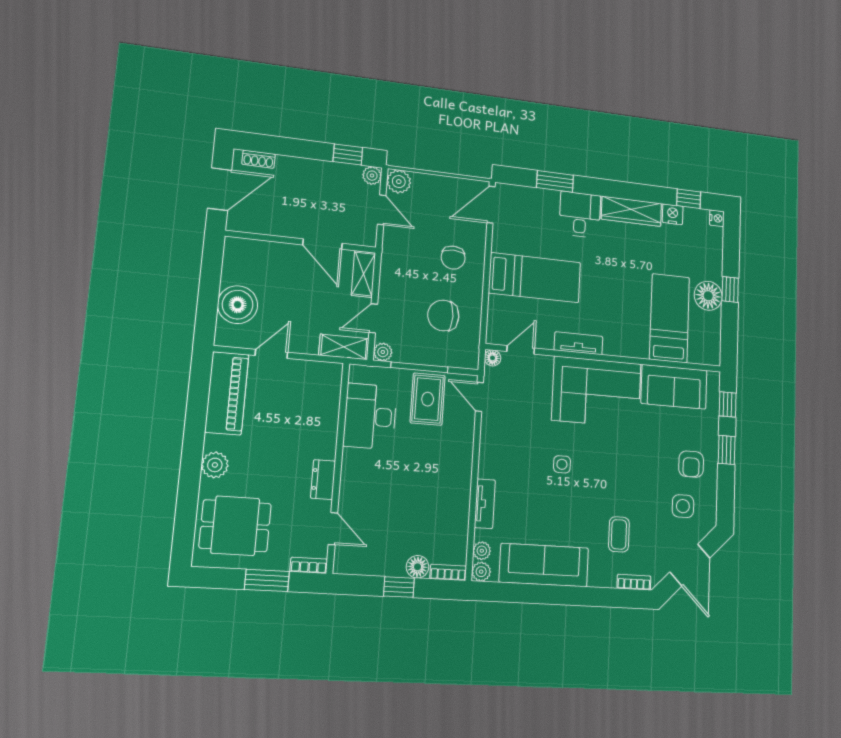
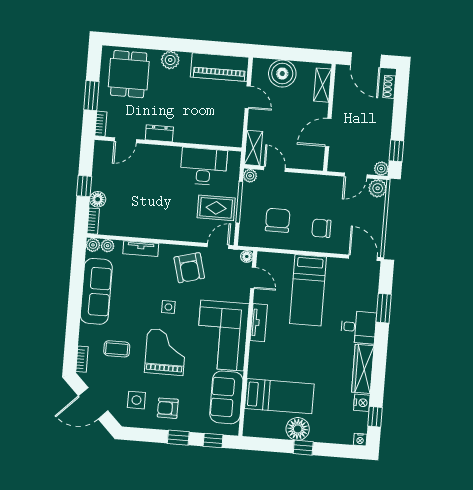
shelving: (363, 274) -> (322, 85), moved, turned 90
armchair: (509, 436) -> (189, 268), added
grand piano: (620, 468) -> (165, 352), added

